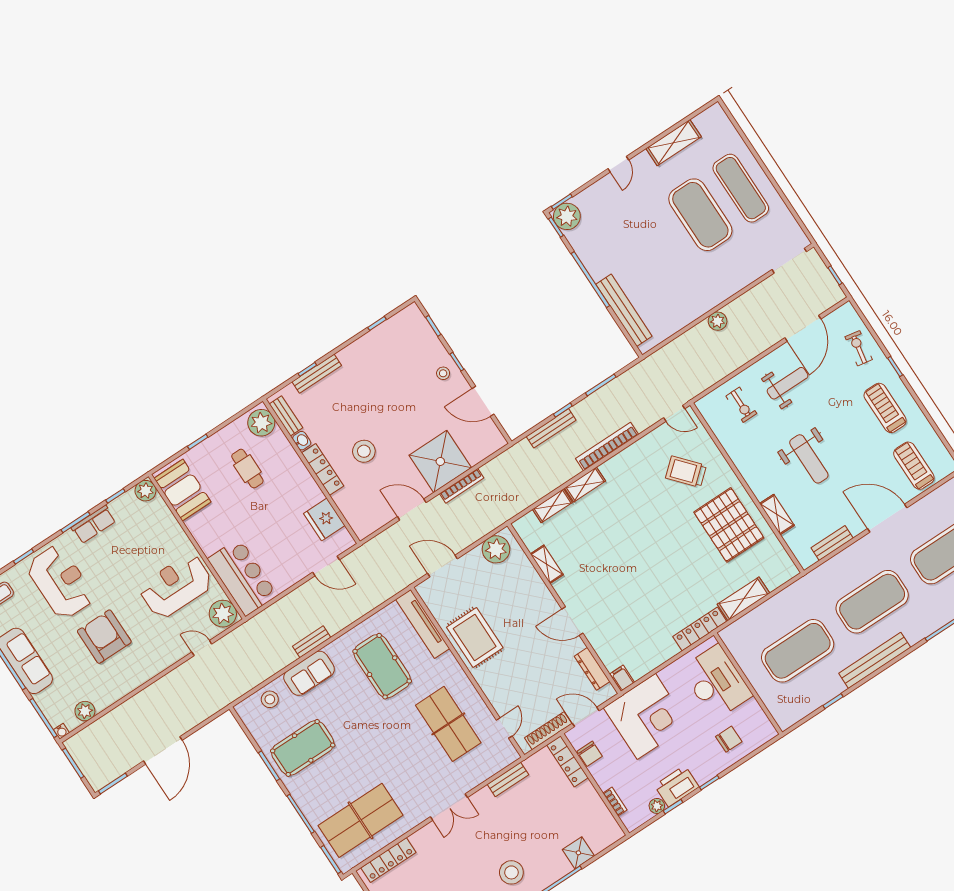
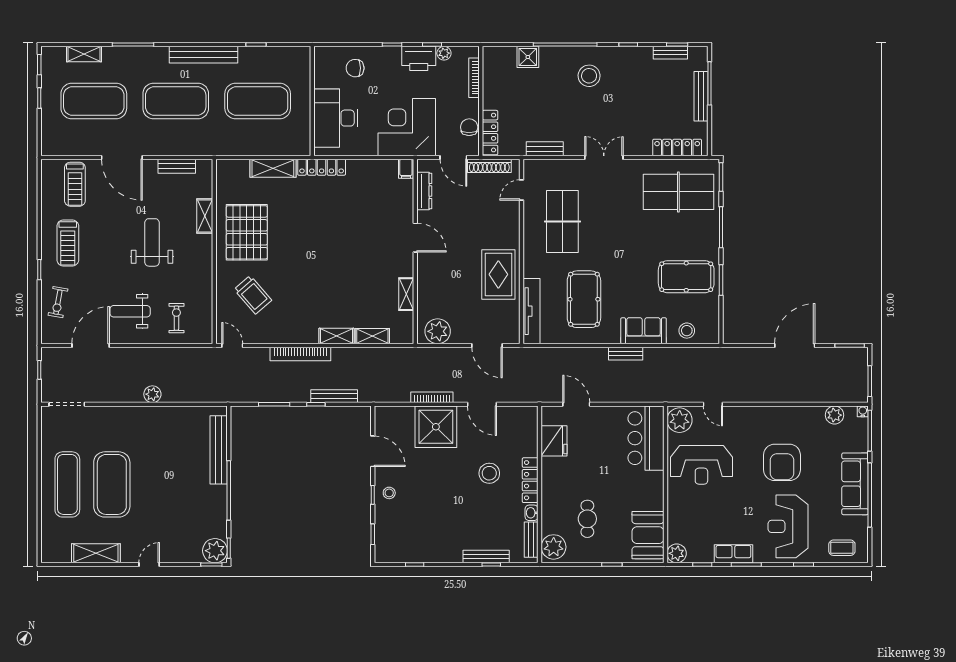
bookcase: (615, 802) -> (474, 78), width x1.56

